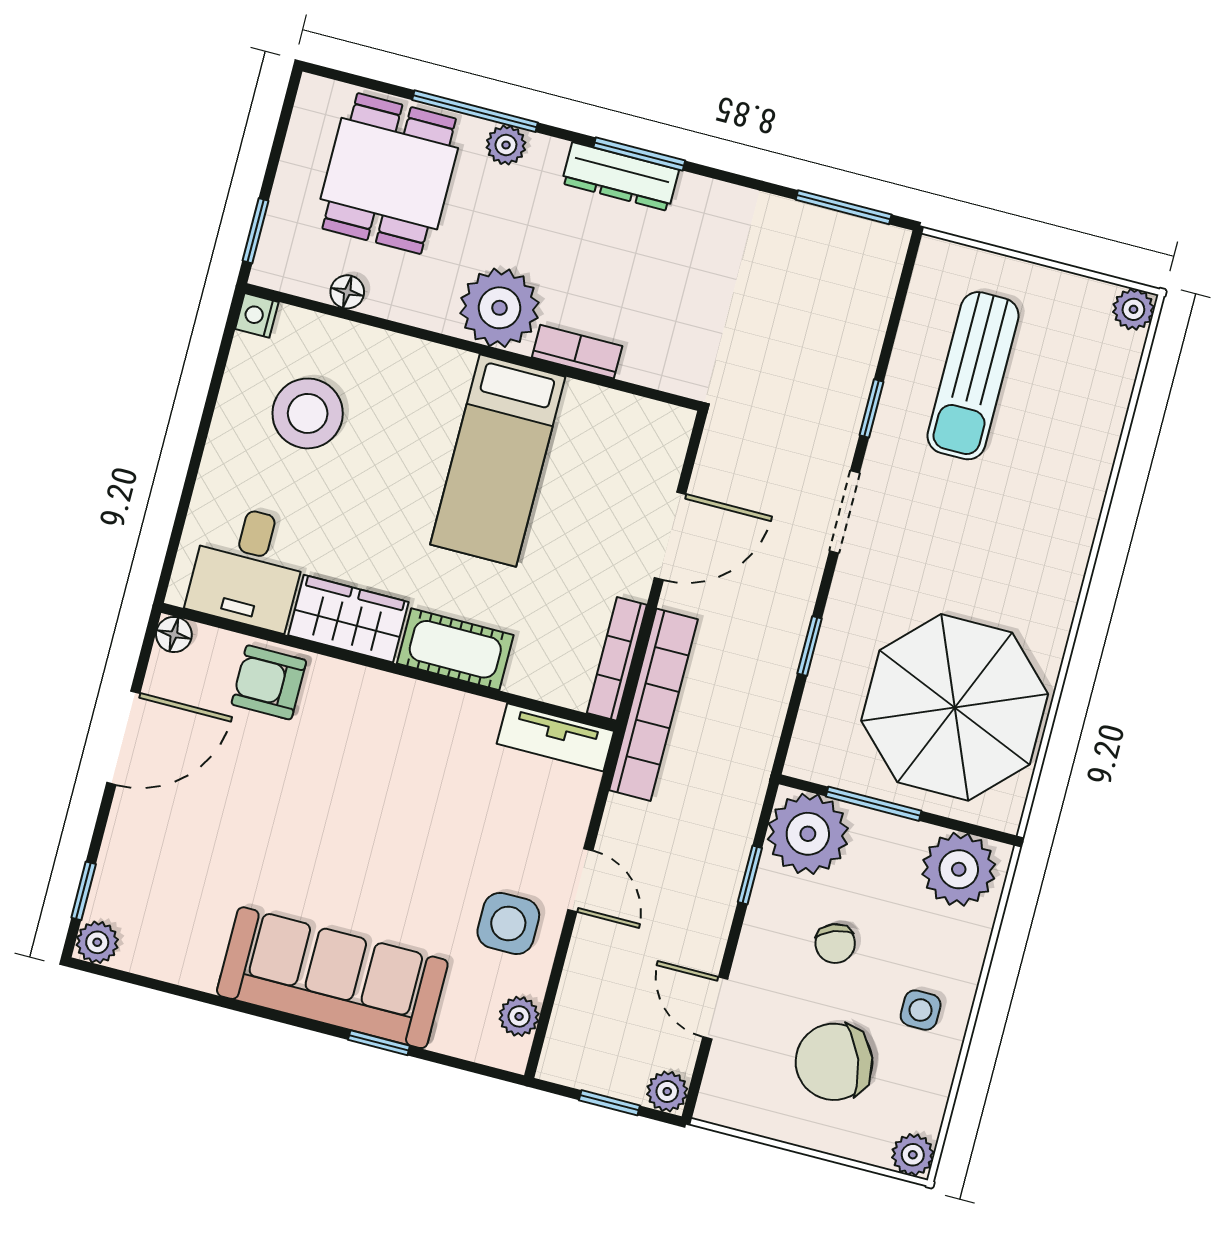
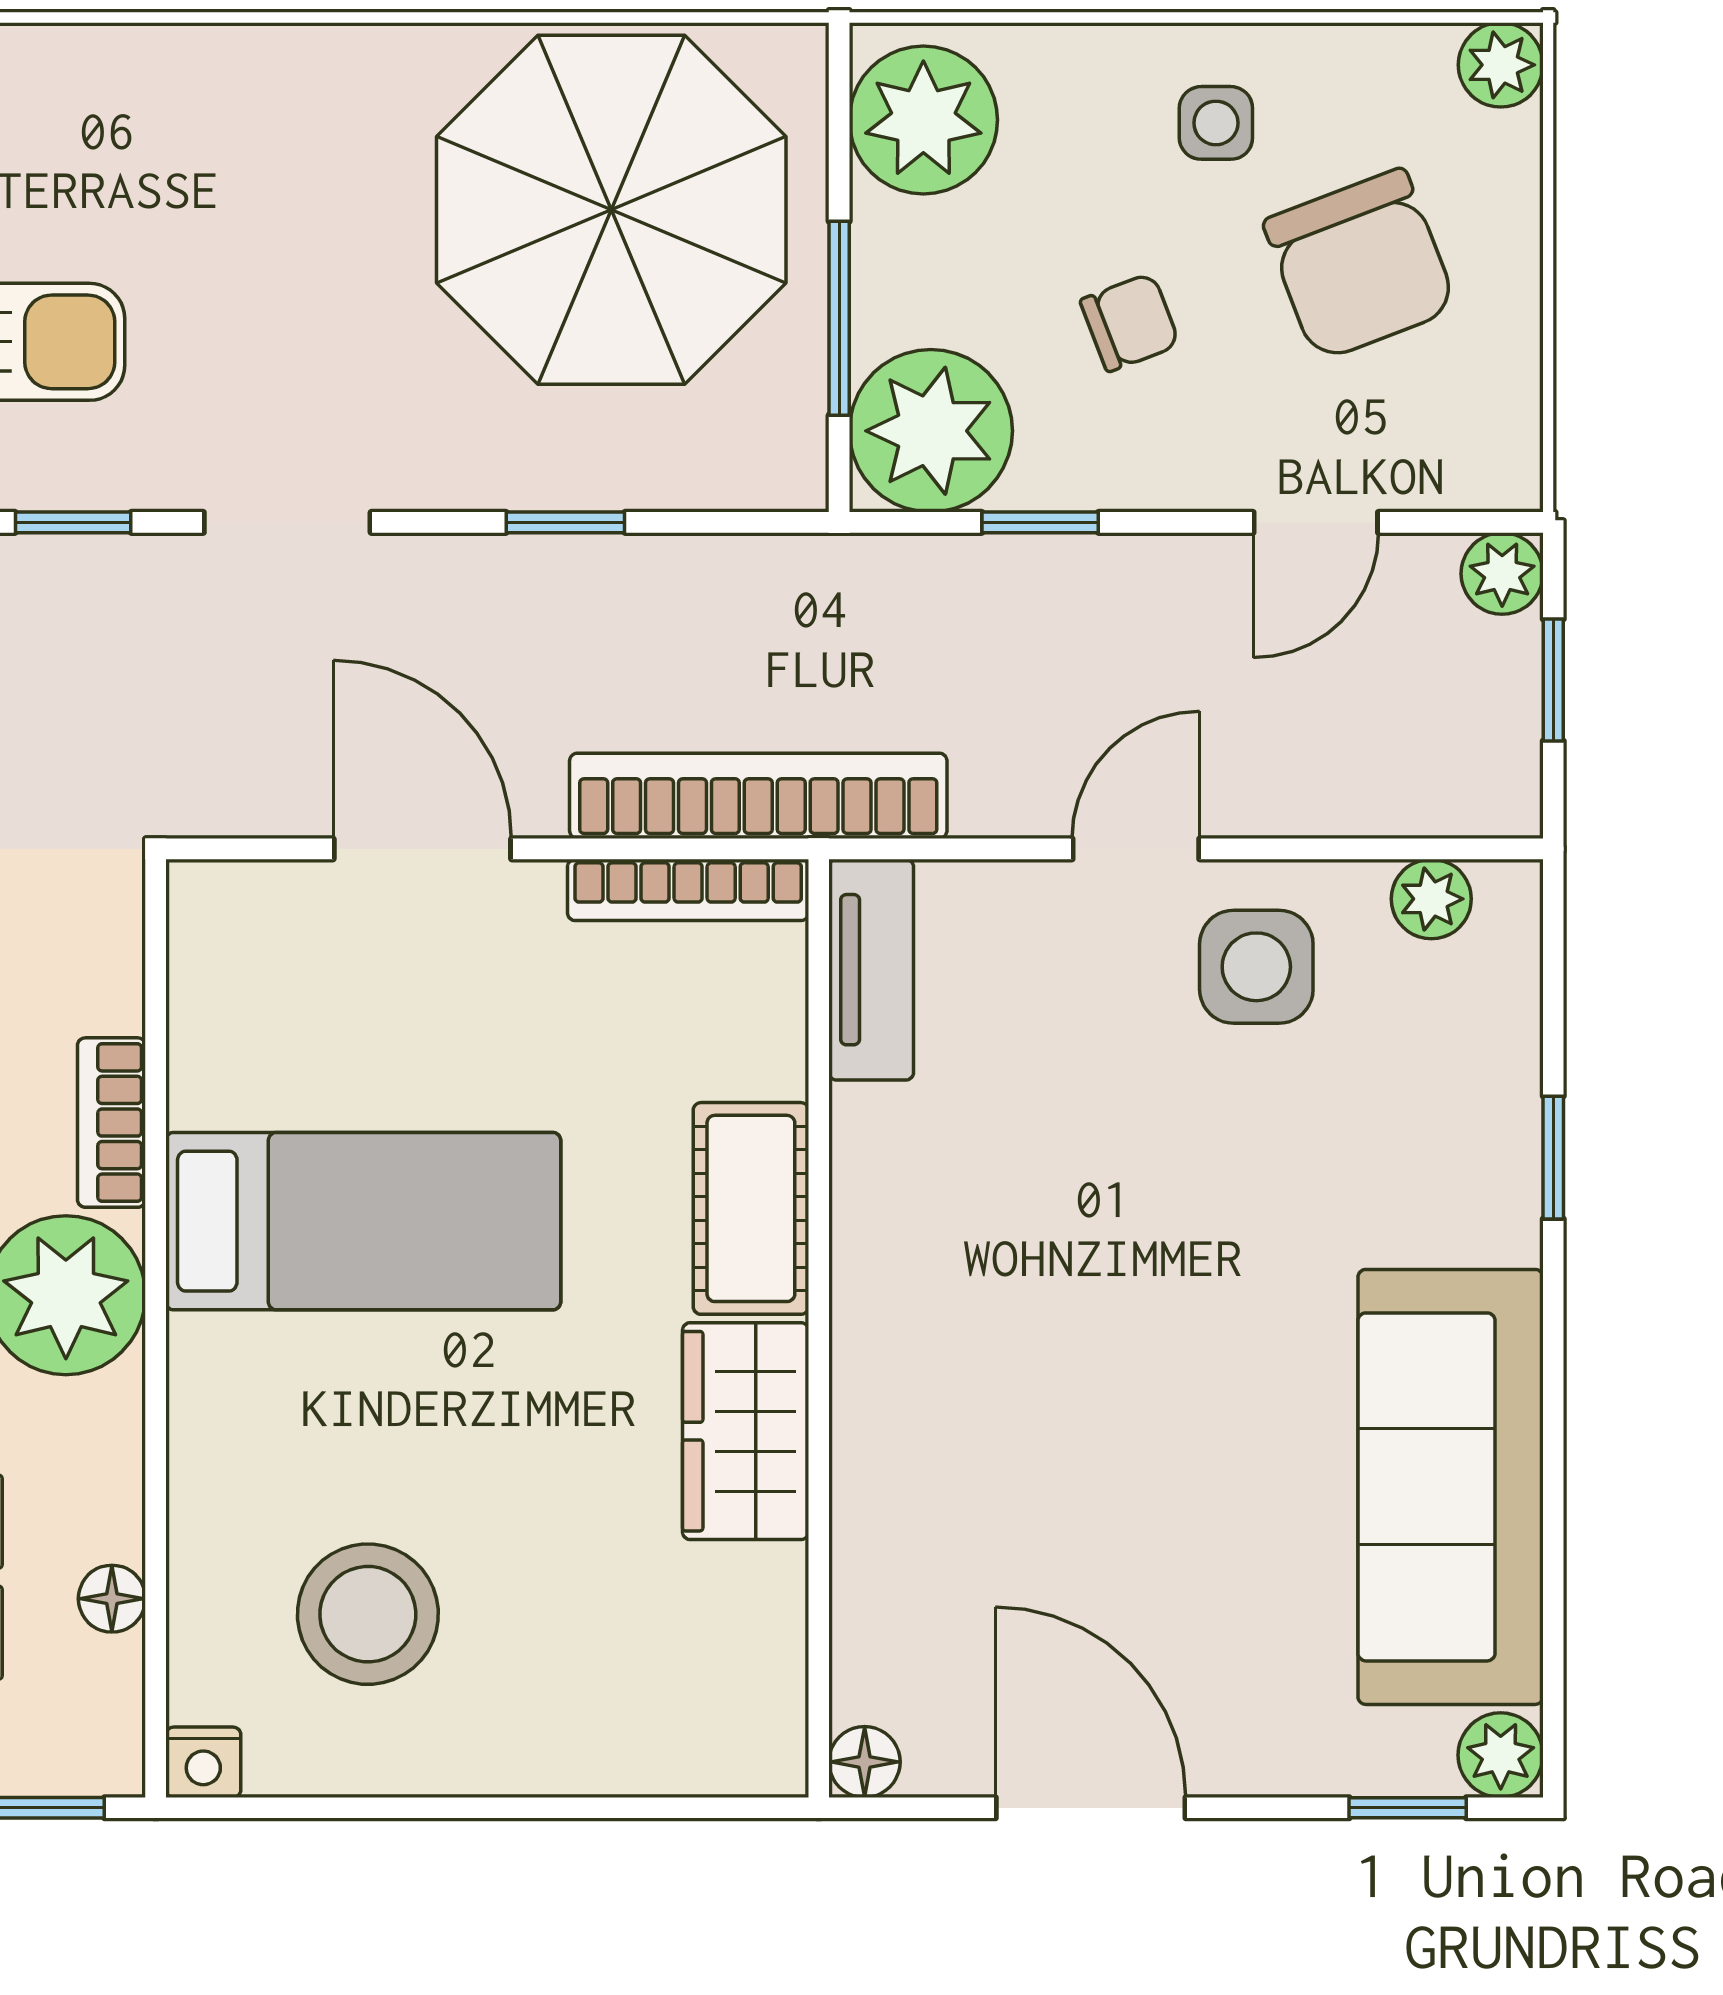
desk: (248, 567) -> (696, 1652), removed
armchair: (269, 682) -> (909, 1553), removed
sofa: (332, 978) -> (1451, 1487), moved

